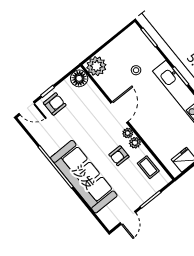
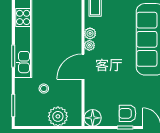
plant: (96, 66) -> (58, 116), moved
armchair: (119, 156) -> (110, 33), removed

